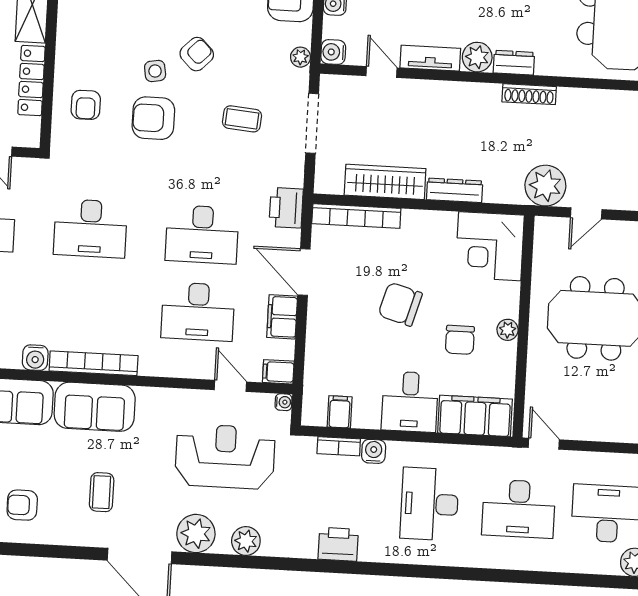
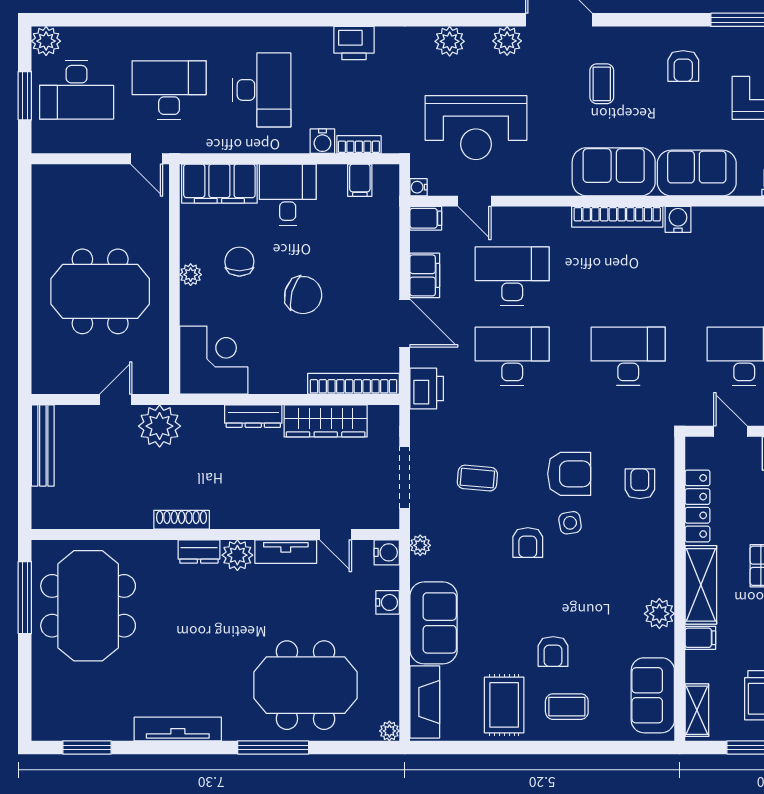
armchair: (197, 54) -> (528, 543), turned -45
armchair: (22, 505) -> (683, 66), turned 90
plant: (196, 534) -> (507, 41), width x0.73, depth x0.73

